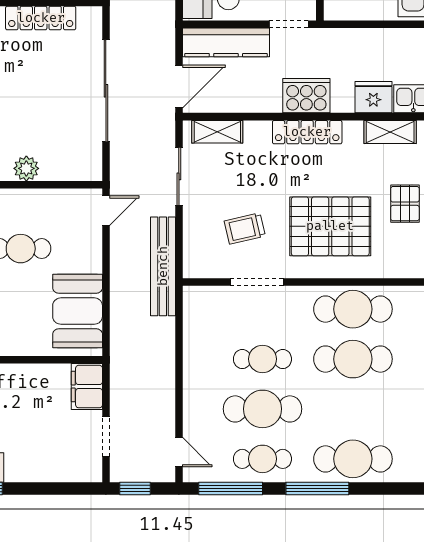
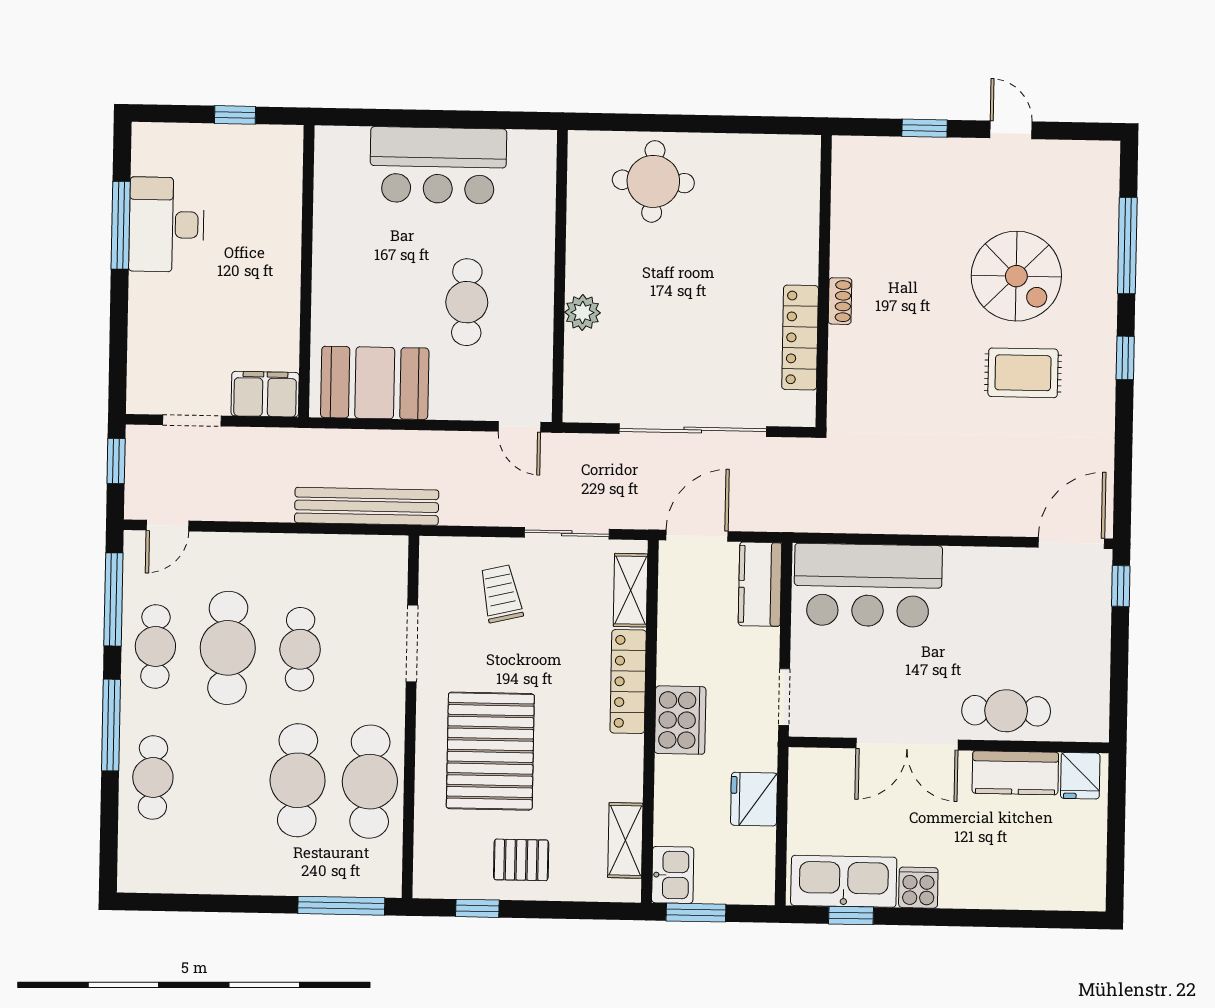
kitchen counter: (226, 42) -> (760, 584), width x0.67
door: (179, 87) -> (697, 536), swing flipped
fridge: (373, 97) -> (754, 799), moved, turned 180
locker: (307, 132) -> (628, 682), moved
trolley: (245, 229) -> (501, 594), moved
bench: (163, 266) -> (367, 506), moved
cafe table: (353, 459) -> (153, 777), width x0.73, depth x0.74

